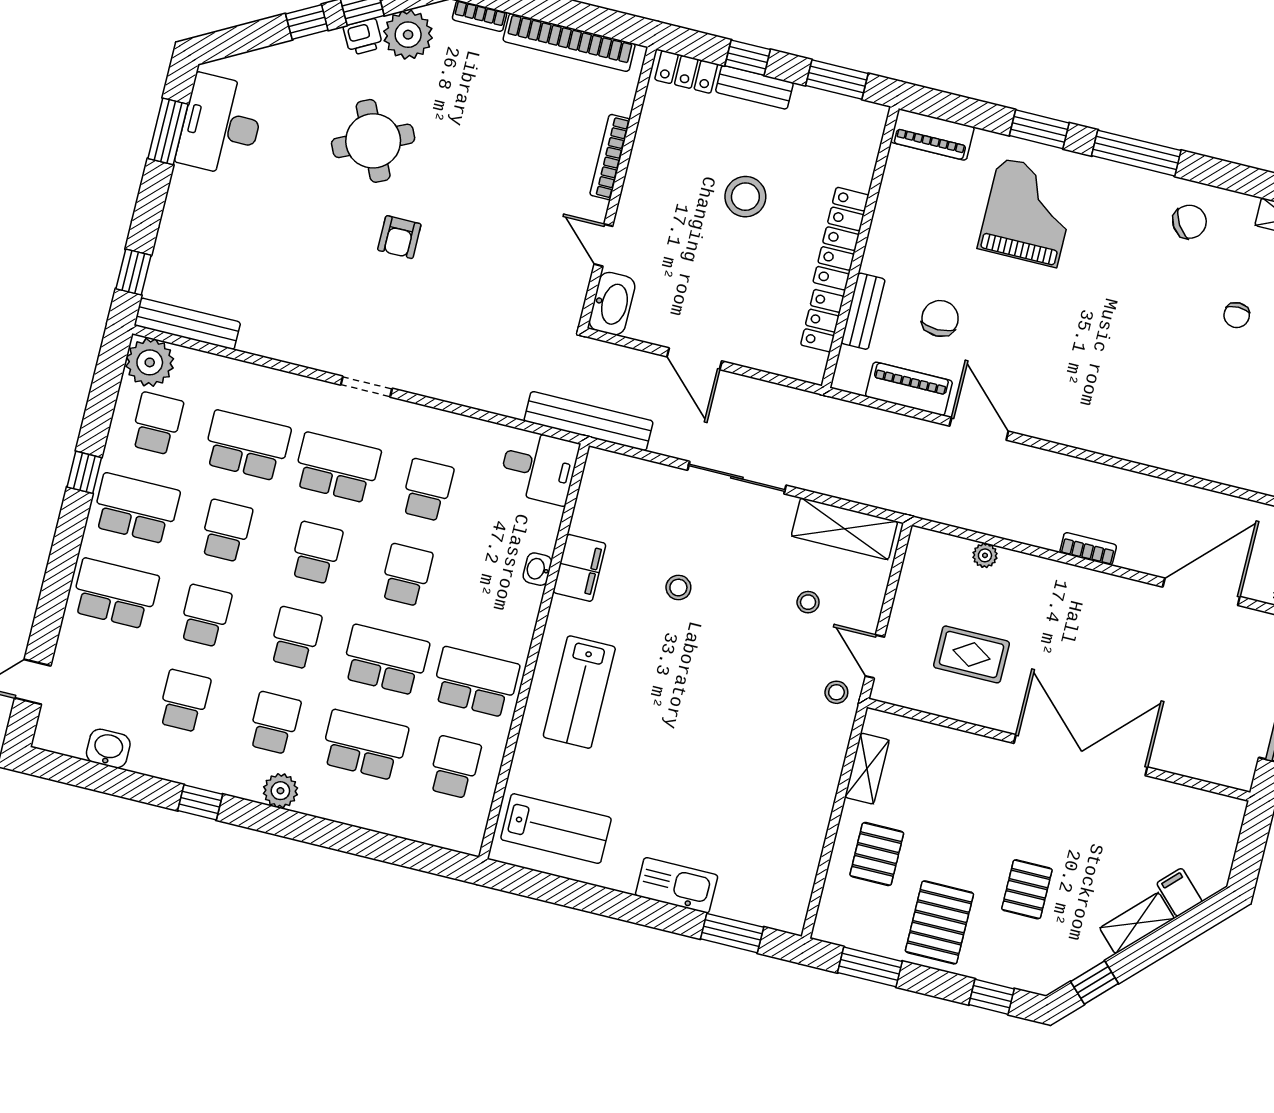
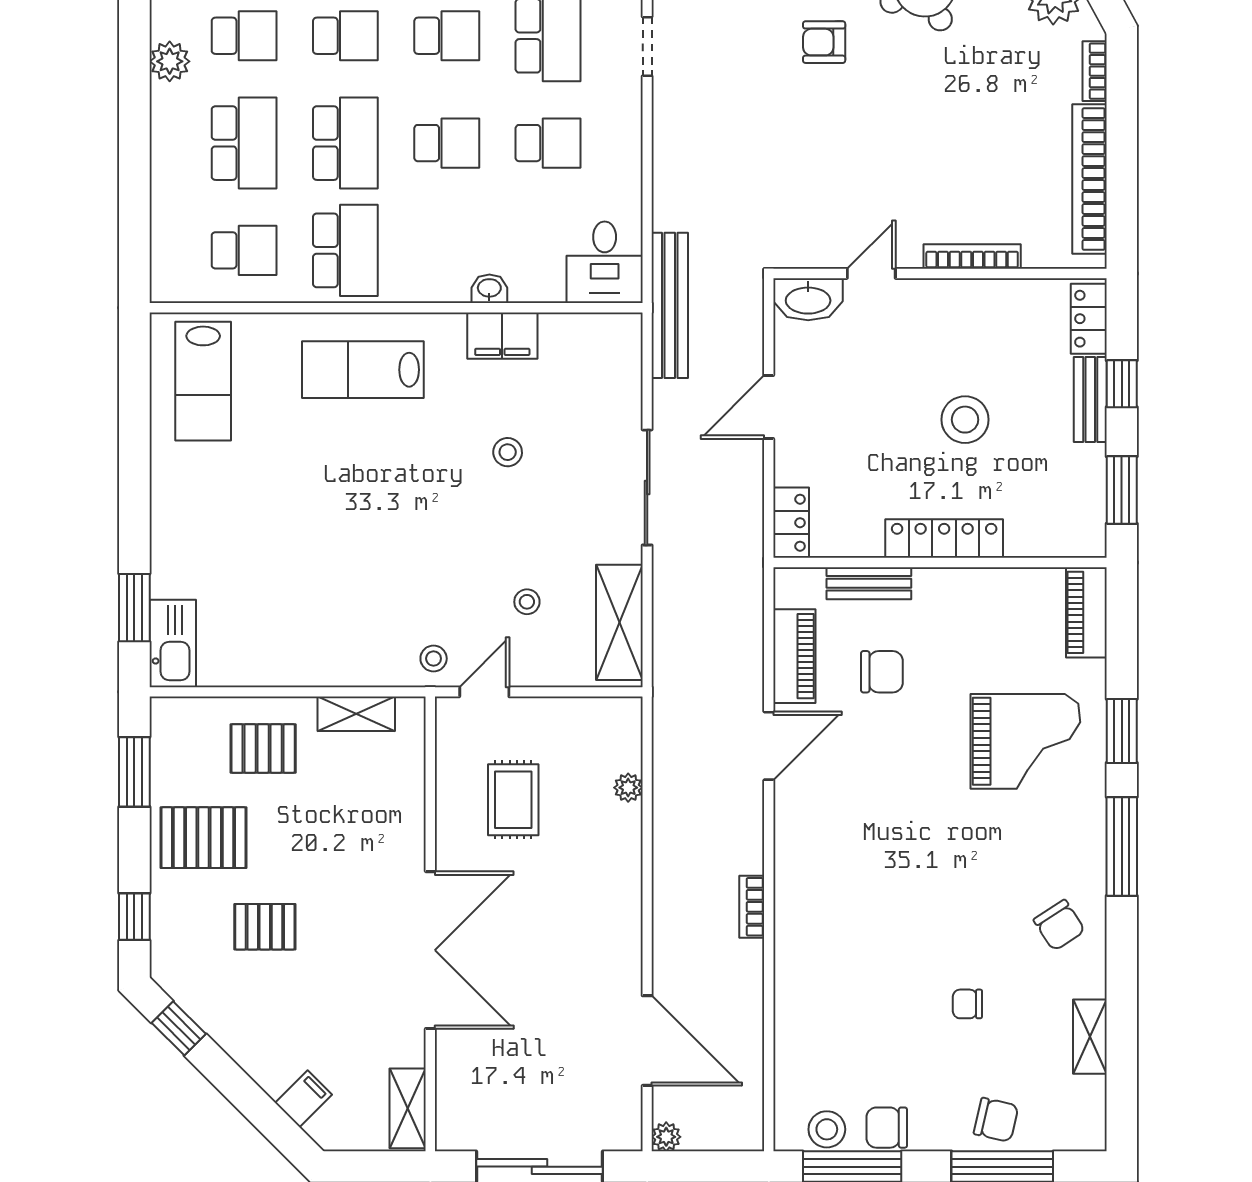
locker: (822, 321) -> (791, 523), moved, turned 90
bookcase: (1088, 549) -> (752, 907), moved, turned 180
kitchen sink: (677, 885) -> (173, 643), moved
shelving: (1137, 923) -> (408, 1108), moved, turned 45

